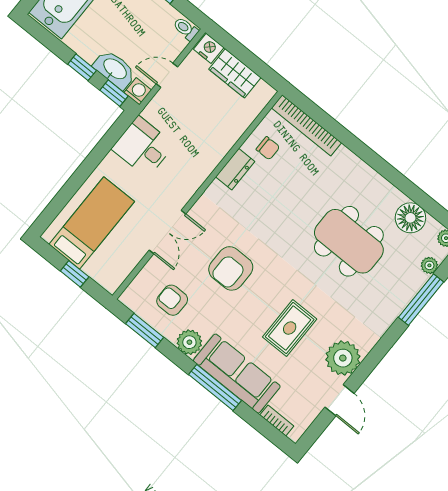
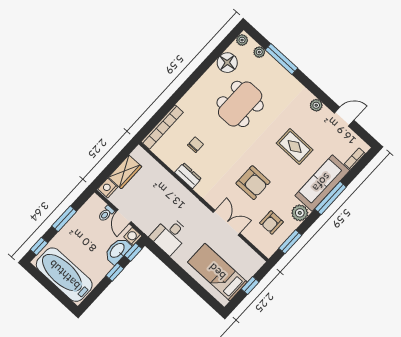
toilet: (186, 29) -> (106, 214), moved
chair: (268, 148) -> (195, 145), moved
plant: (343, 358) -> (316, 105), width x0.53, depth x0.53

